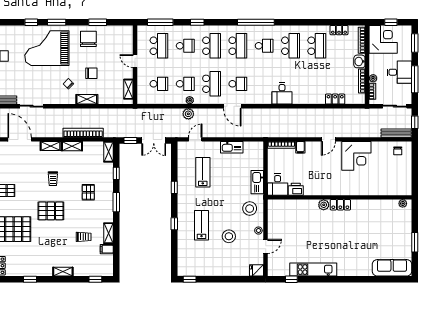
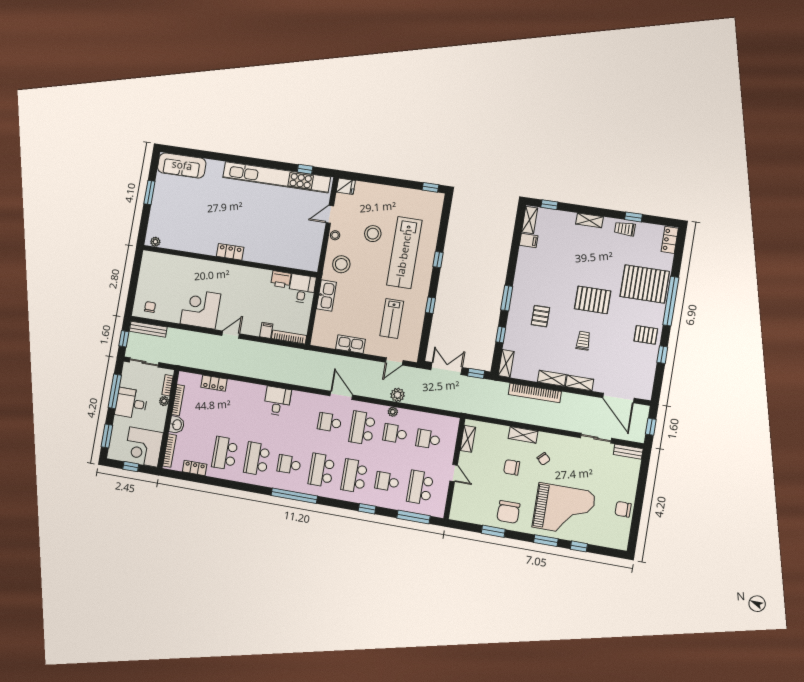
plant: (324, 205) -> (250, 255), removed
lab bench: (202, 225) -> (404, 253), width x1.86, depth x1.39
shelving: (109, 233) -> (530, 220), moved
trolley: (84, 237) -> (625, 229), moved
kitchen unit: (313, 270) -> (276, 177), width x1.86

